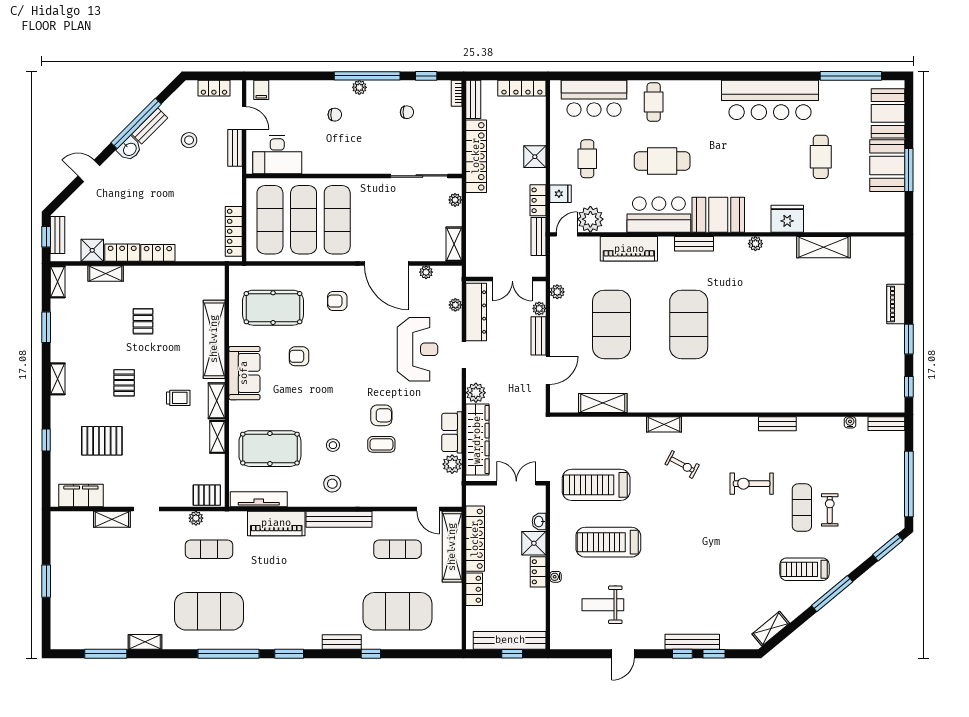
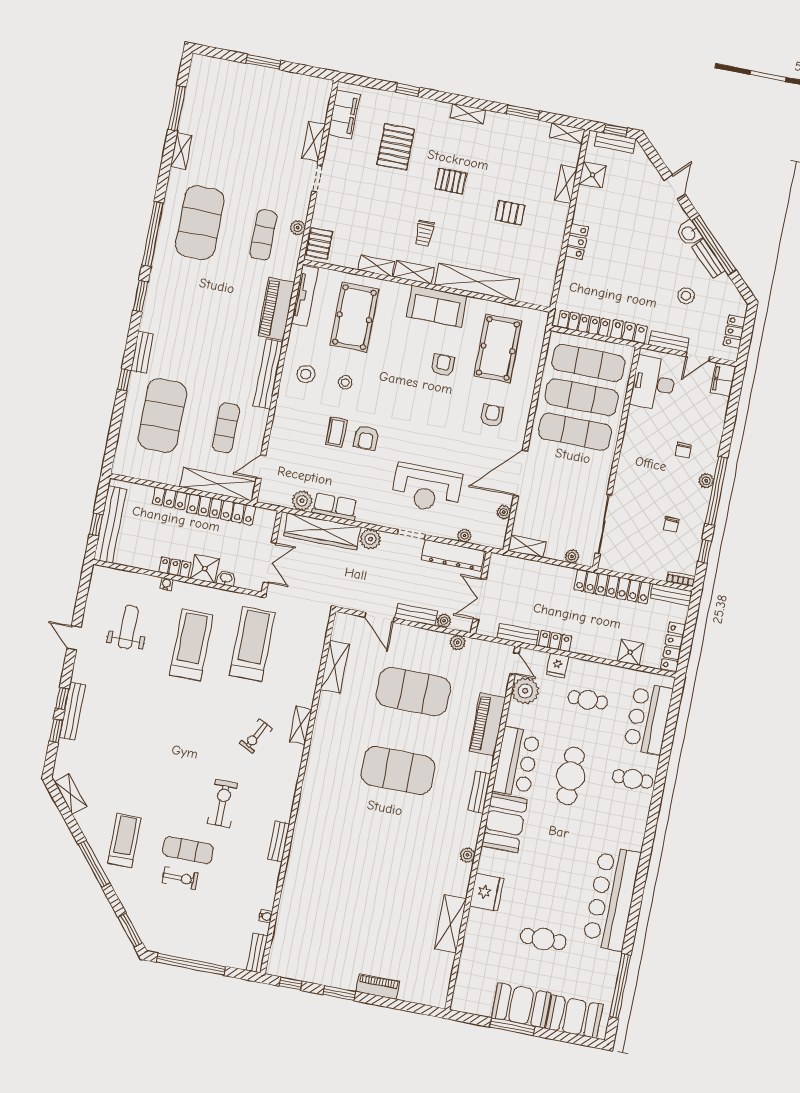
filing cabinet: (261, 90) -> (723, 380), width x2.00
shower: (535, 157) -> (630, 652), moved
locker: (122, 253) -> (629, 332), moved, turned -90

